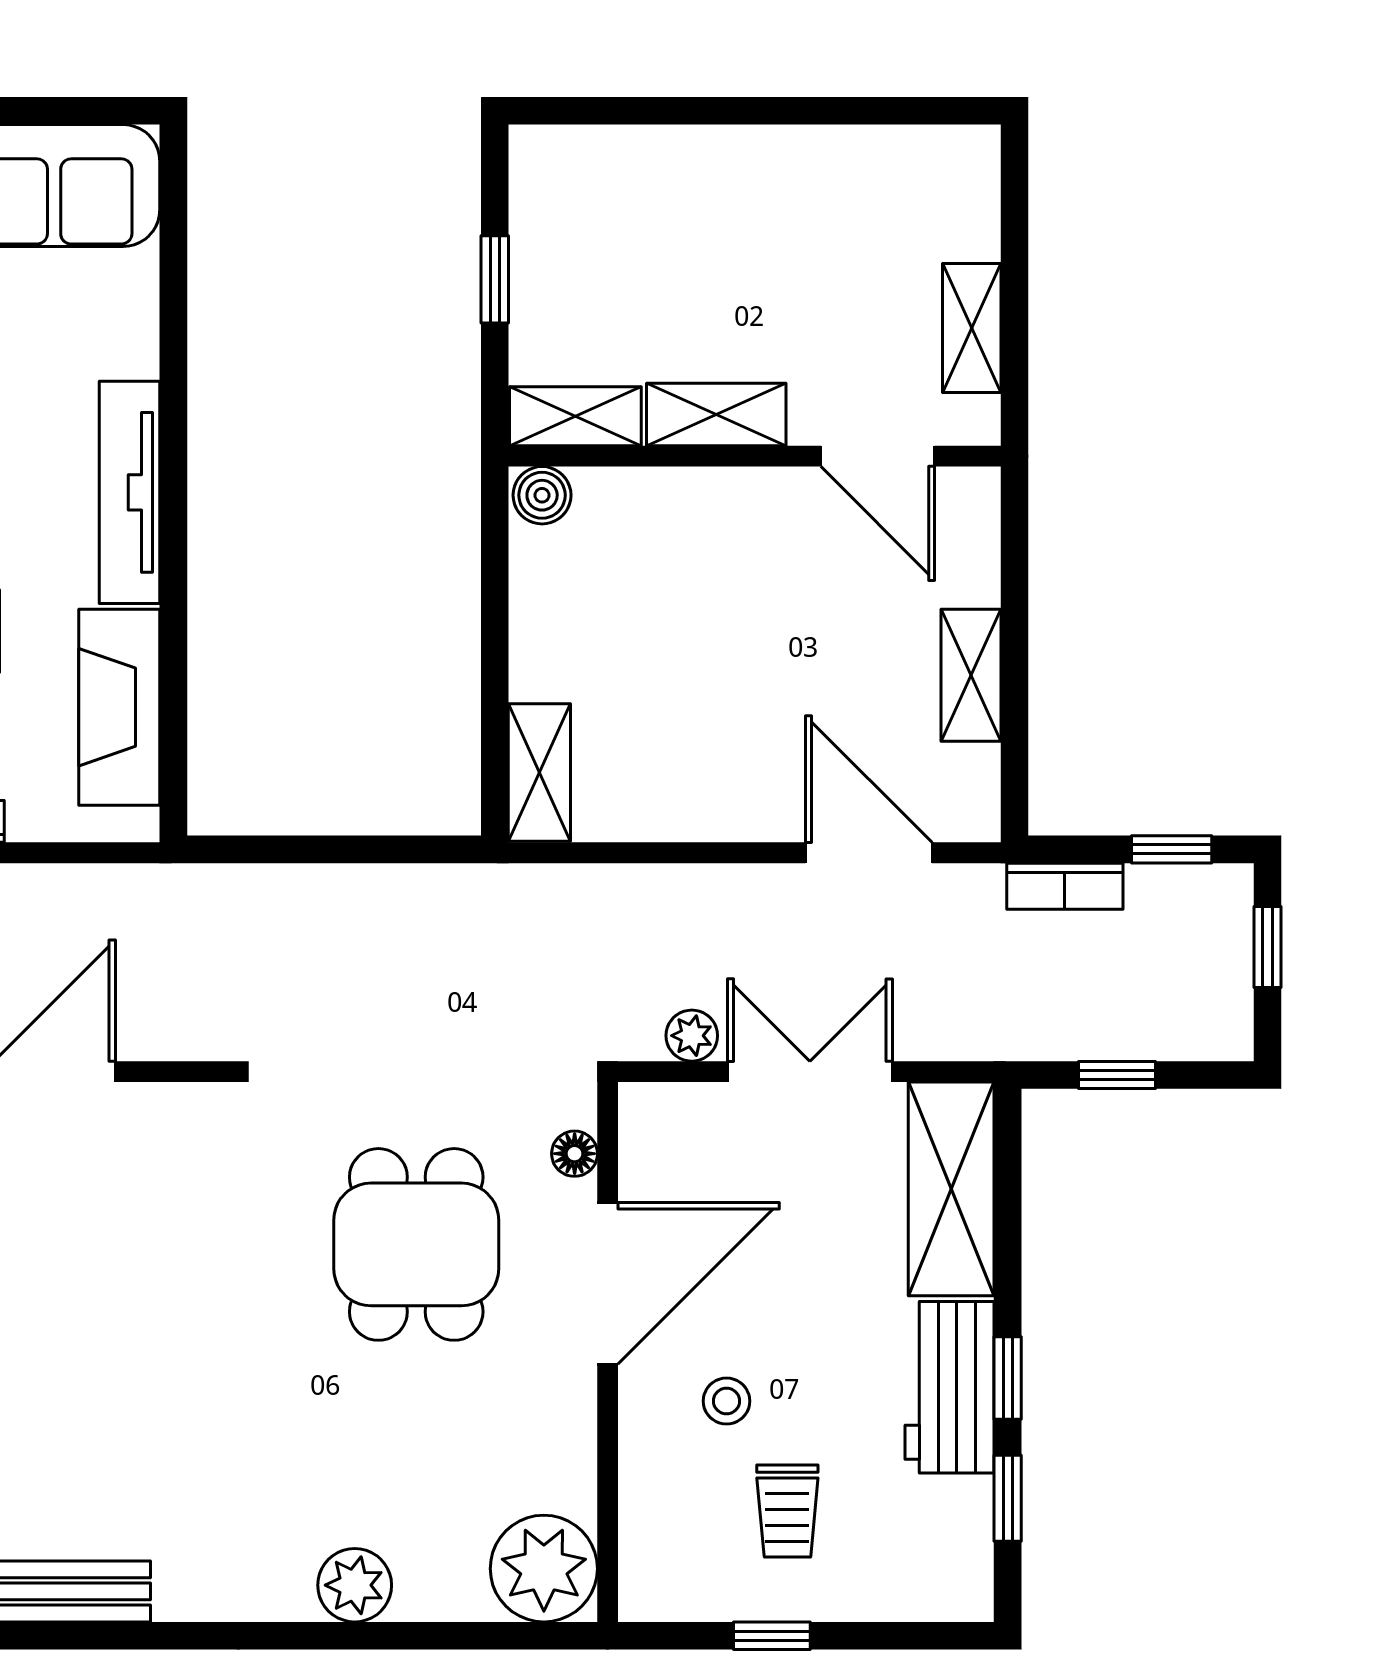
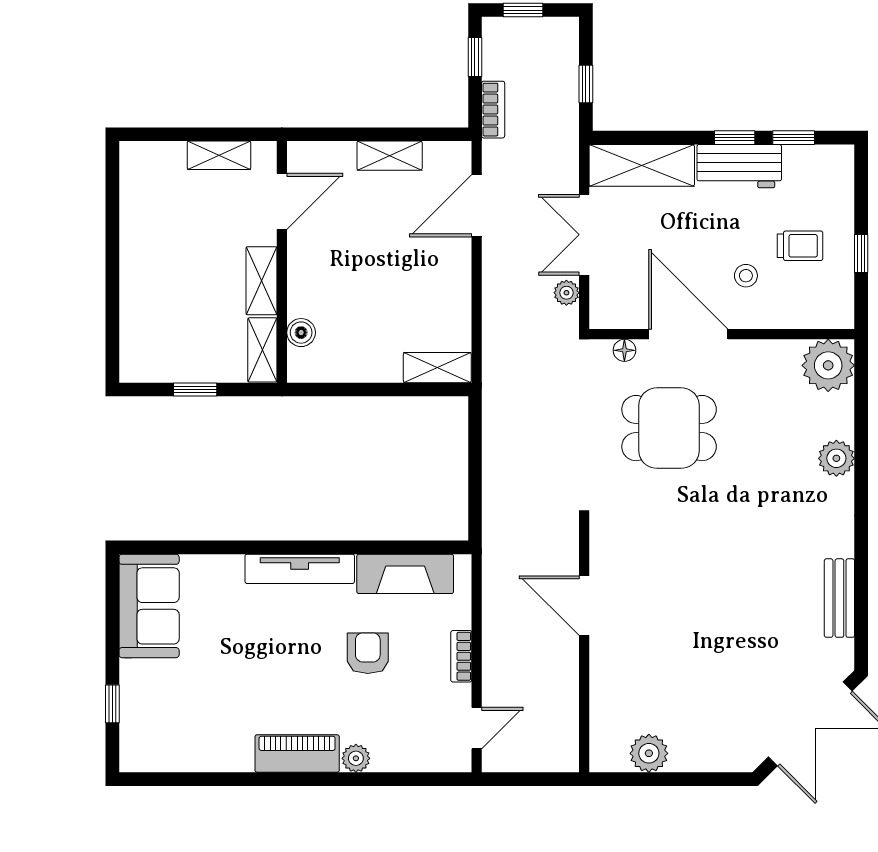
boiler: (542, 495) -> (301, 333), moved

